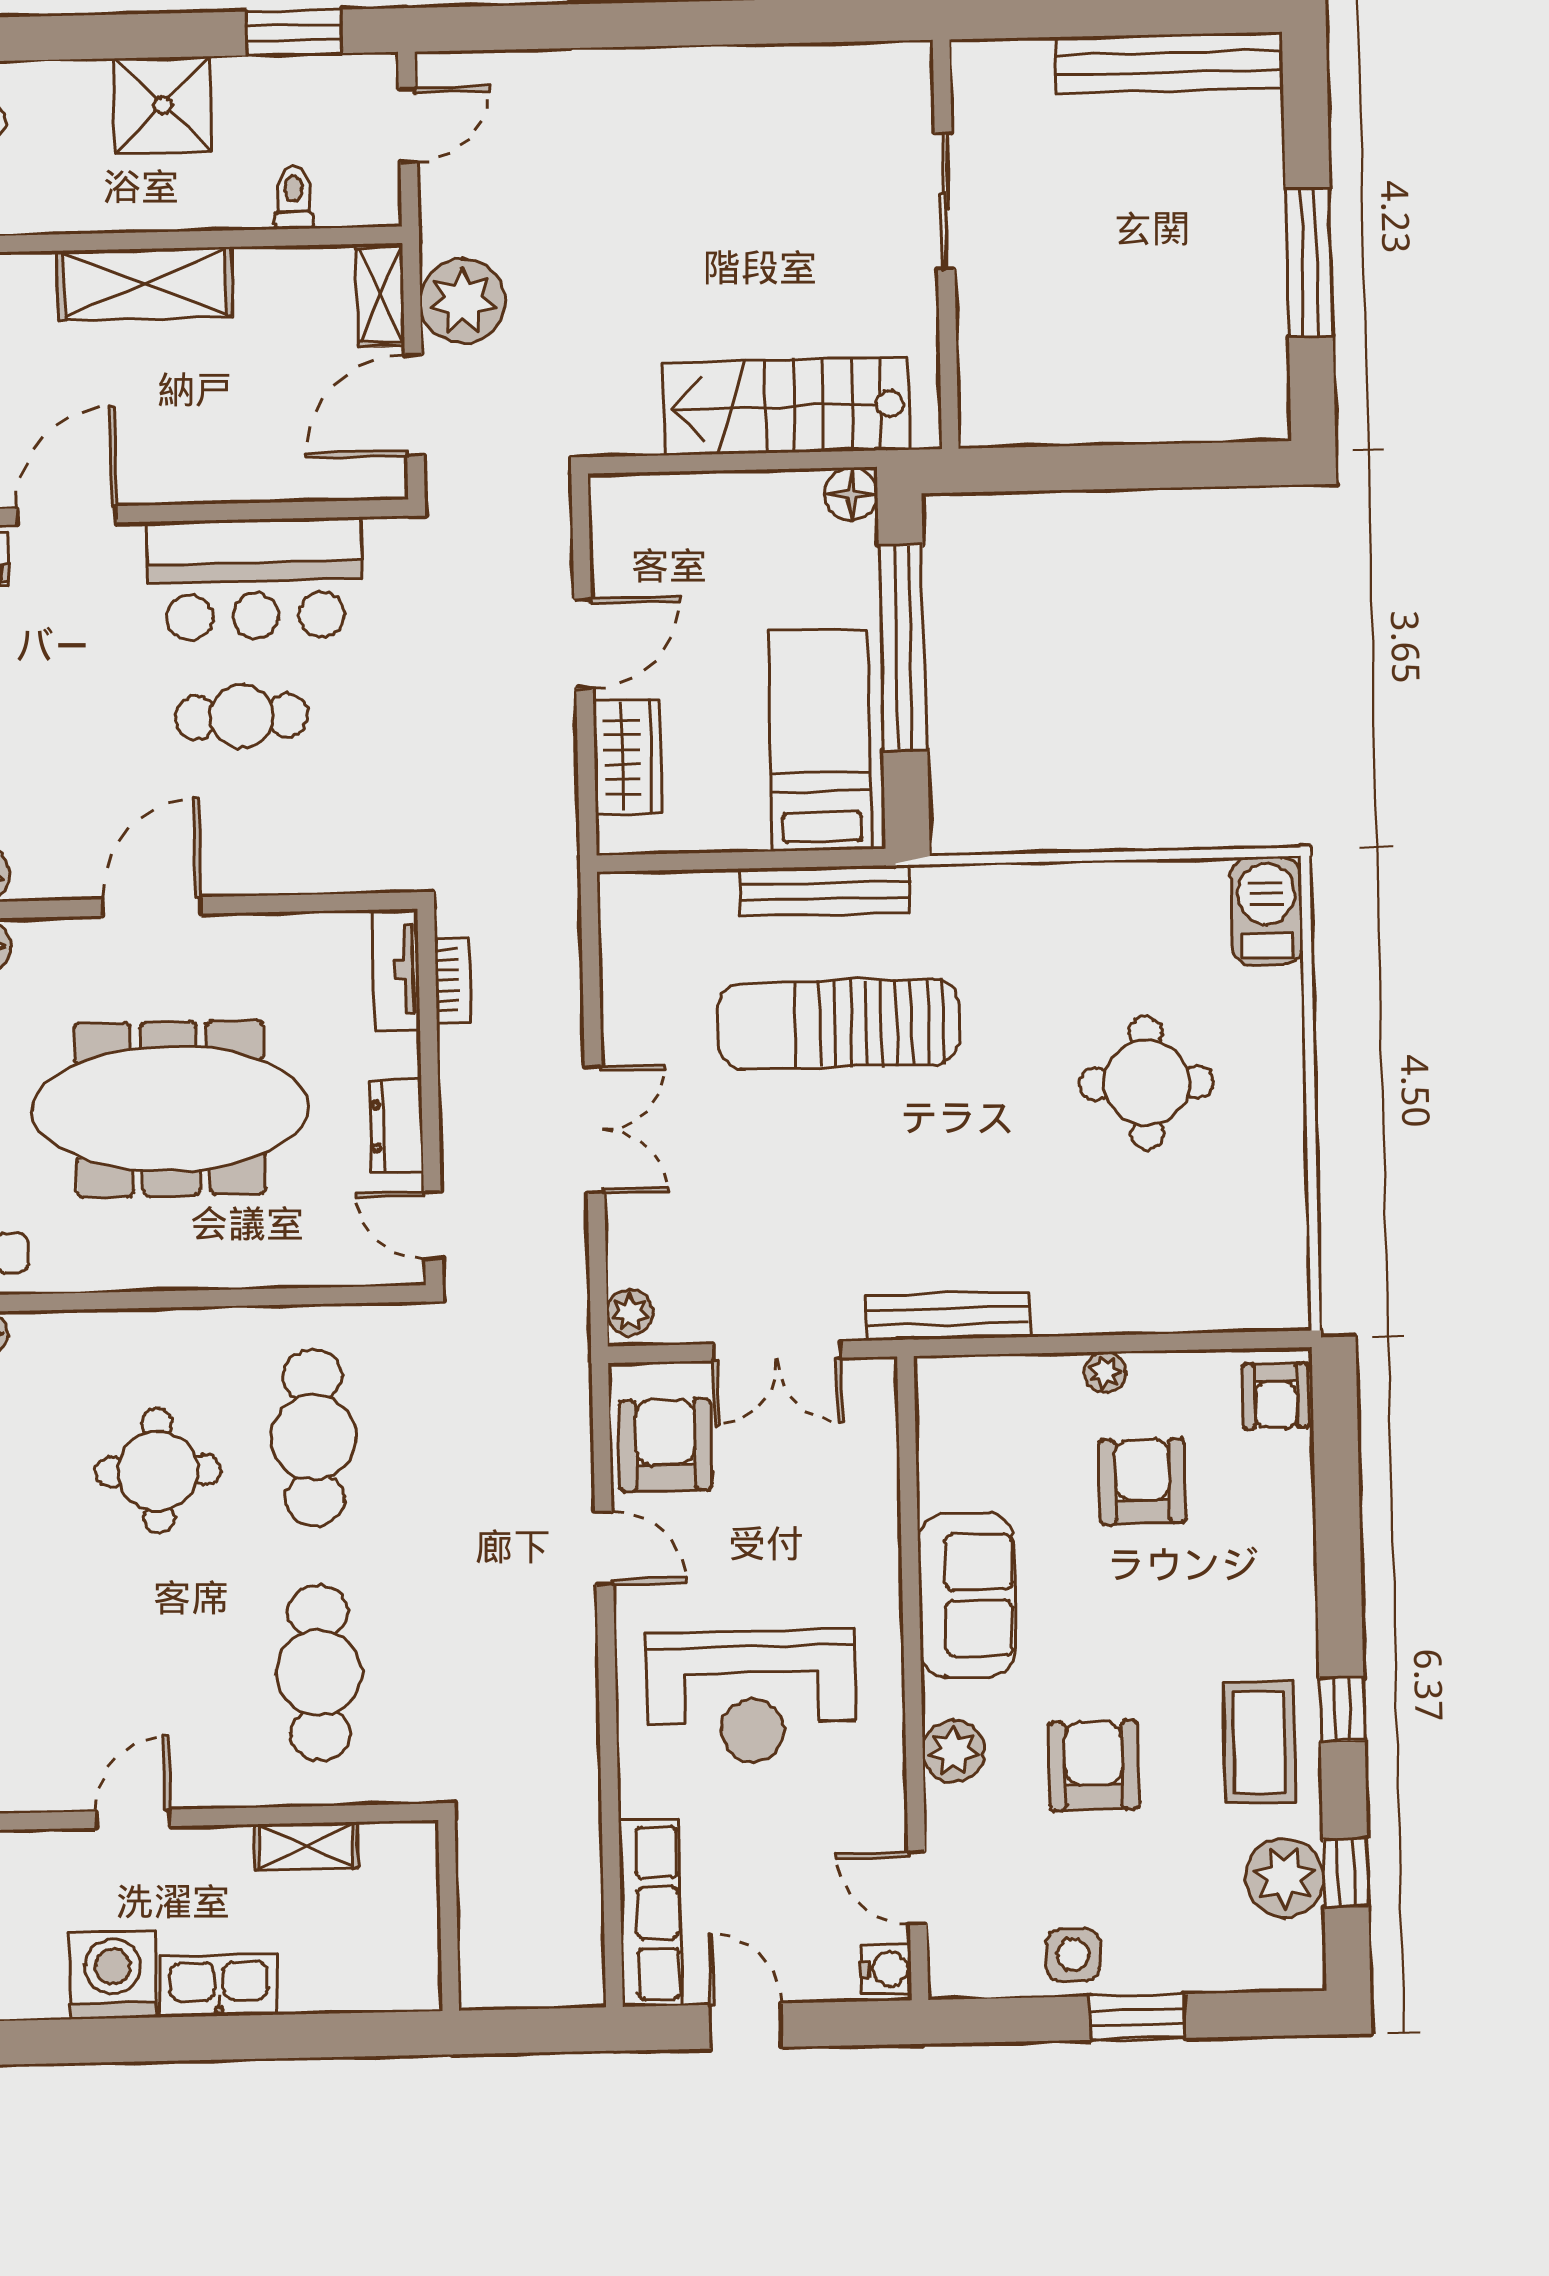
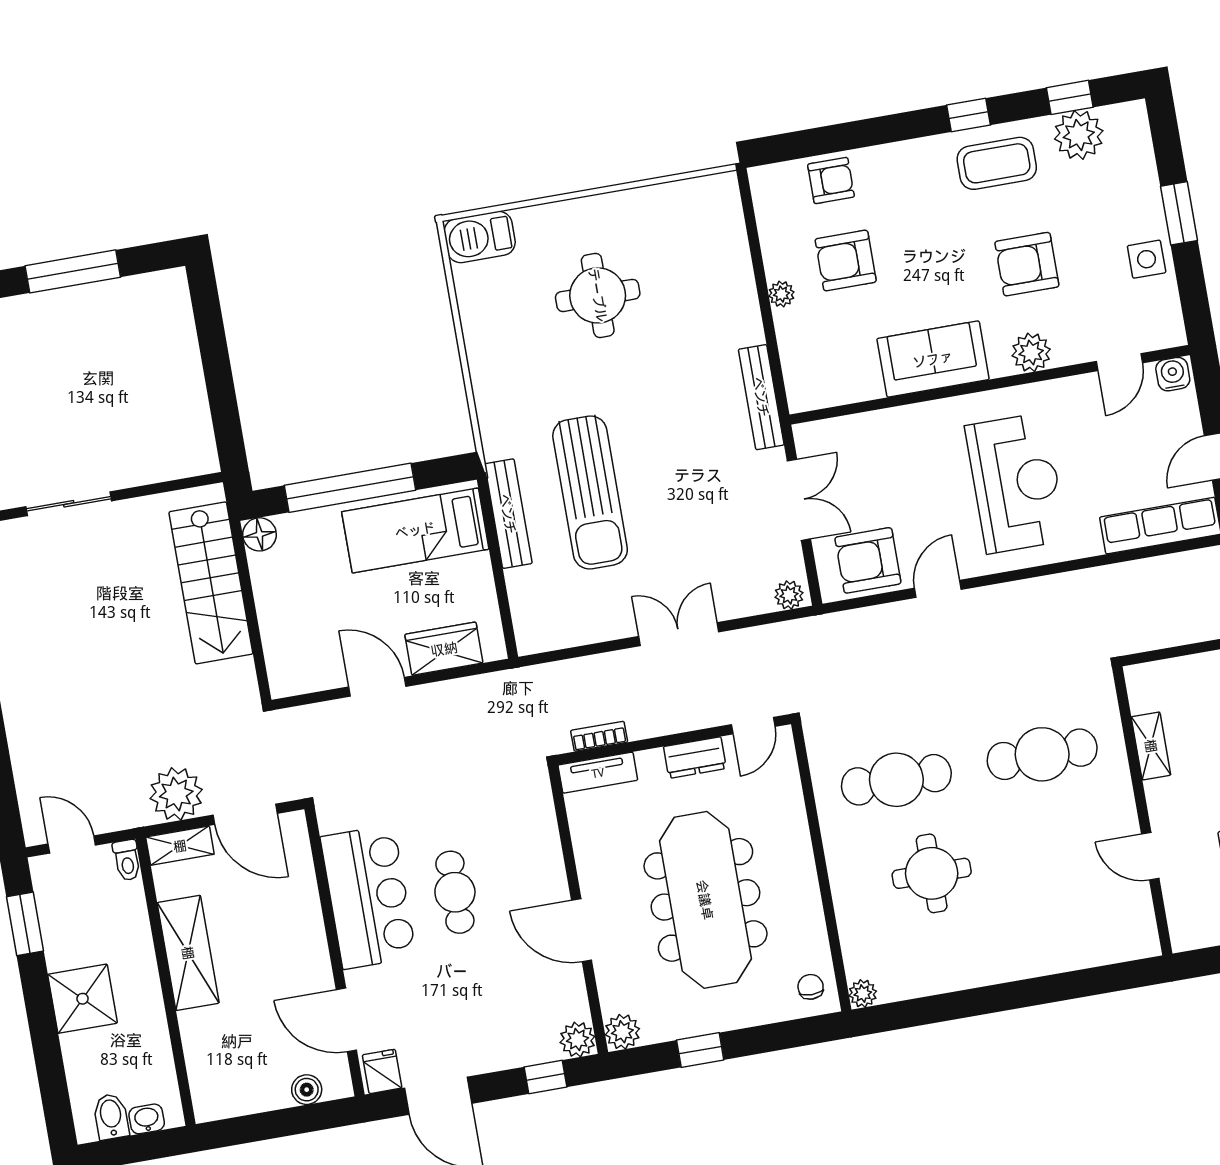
toilet: (294, 198) -> (127, 860), moved, turned -90
shelving: (144, 284) -> (188, 953), moved
armchair: (1276, 1396) -> (831, 181), moved

